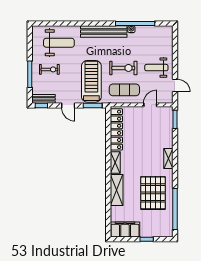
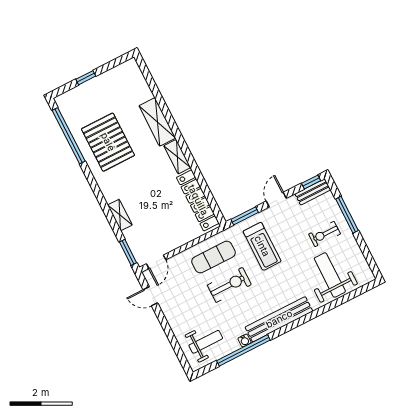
weight bench: (59, 43) -> (330, 275), turned 90
exercise bike: (123, 68) -> (229, 285), turned 180
weight bench: (156, 68) -> (206, 342), moved
treadmill: (91, 81) -> (262, 246), width x0.73, depth x0.73
door: (68, 105) -> (276, 200), hinge flipped
door: (150, 105) -> (156, 262), moved
shelving: (168, 159) -> (120, 215), moved
filing cabinet: (125, 229) -> (120, 76), removed

